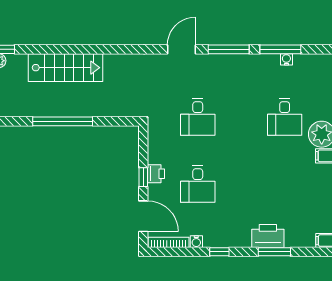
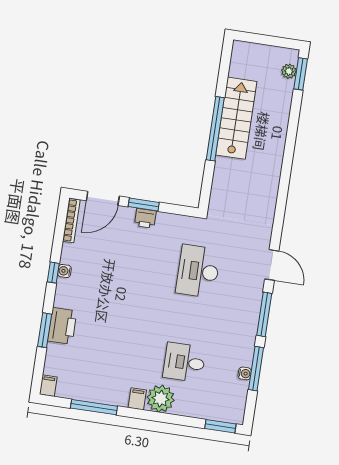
stairs: (66, 68) -> (236, 118), moved, turned 180
desk: (198, 117) -> (198, 271), width x1.37
window: (143, 177) -> (144, 205), width x1.50
desk: (198, 184) -> (128, 261), removed
water cooler: (196, 242) -> (64, 271), moved

